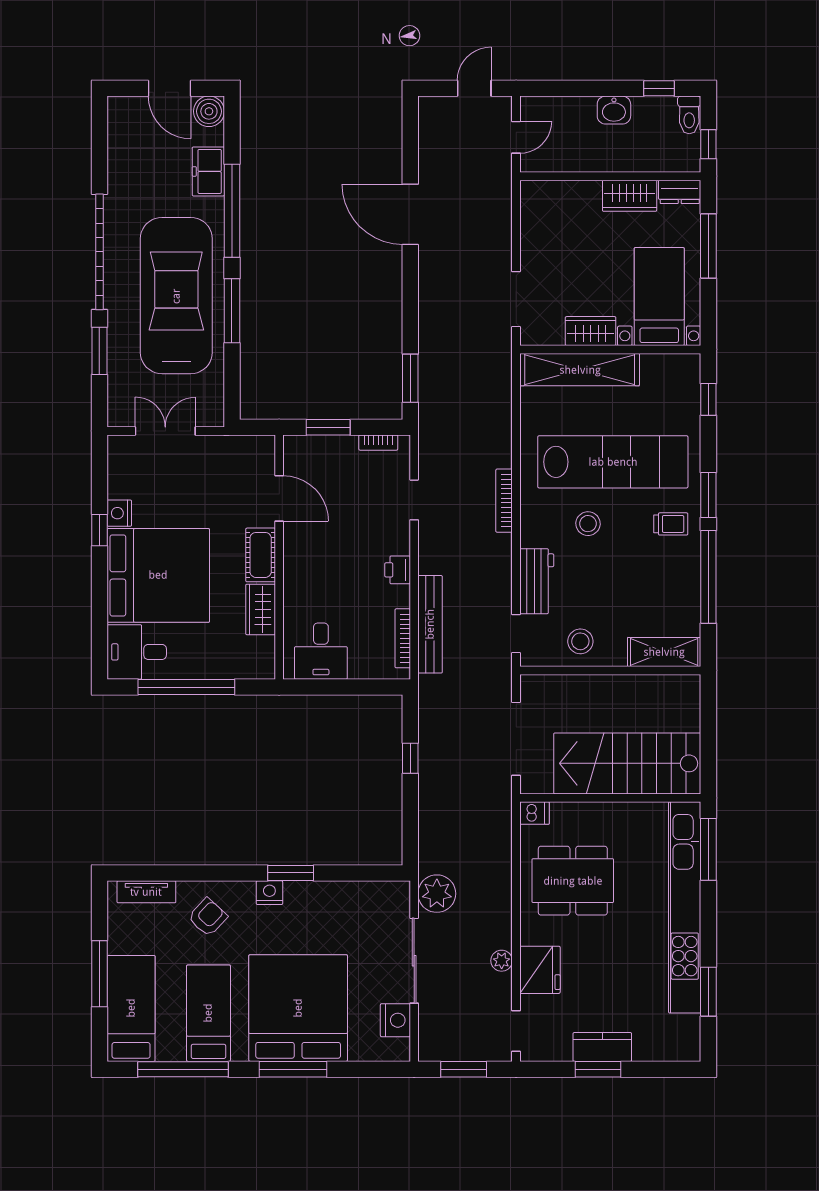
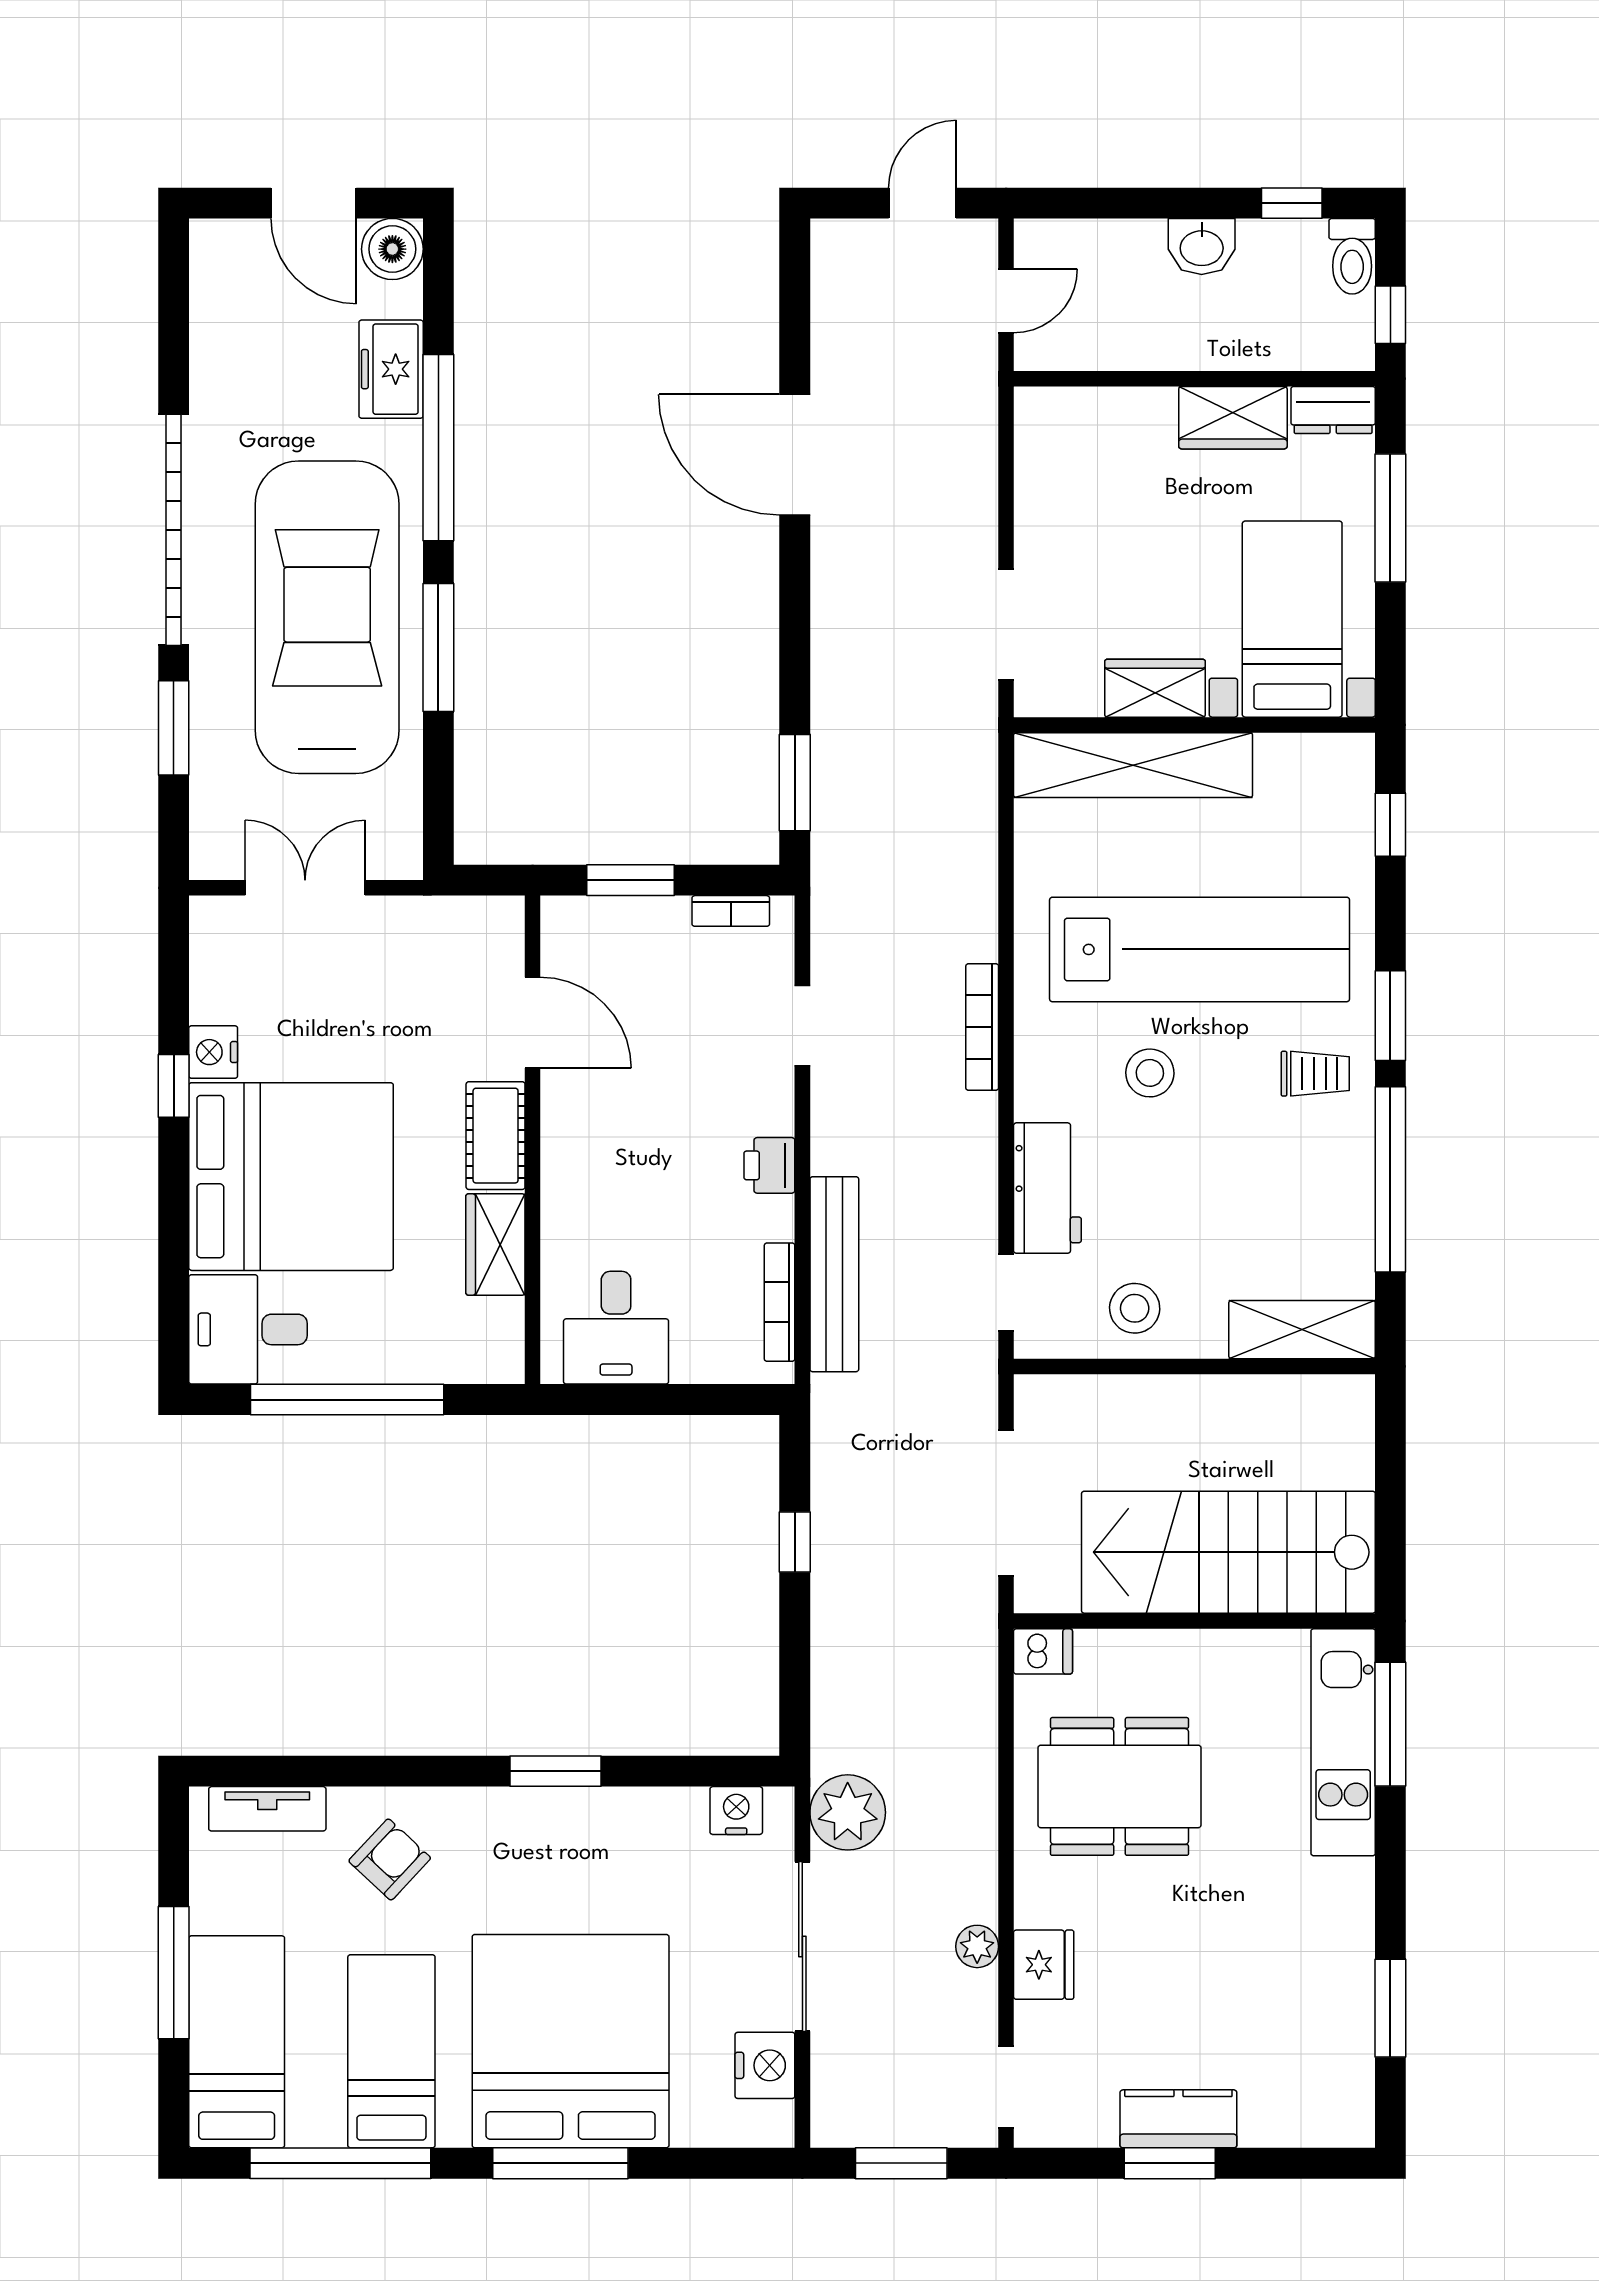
nightstand: (269, 893) -> (736, 1811), moved
kitchen unit: (685, 907) -> (1343, 1742), width x0.54
fridge: (540, 970) -> (1044, 1965), width x0.73, depth x0.75

